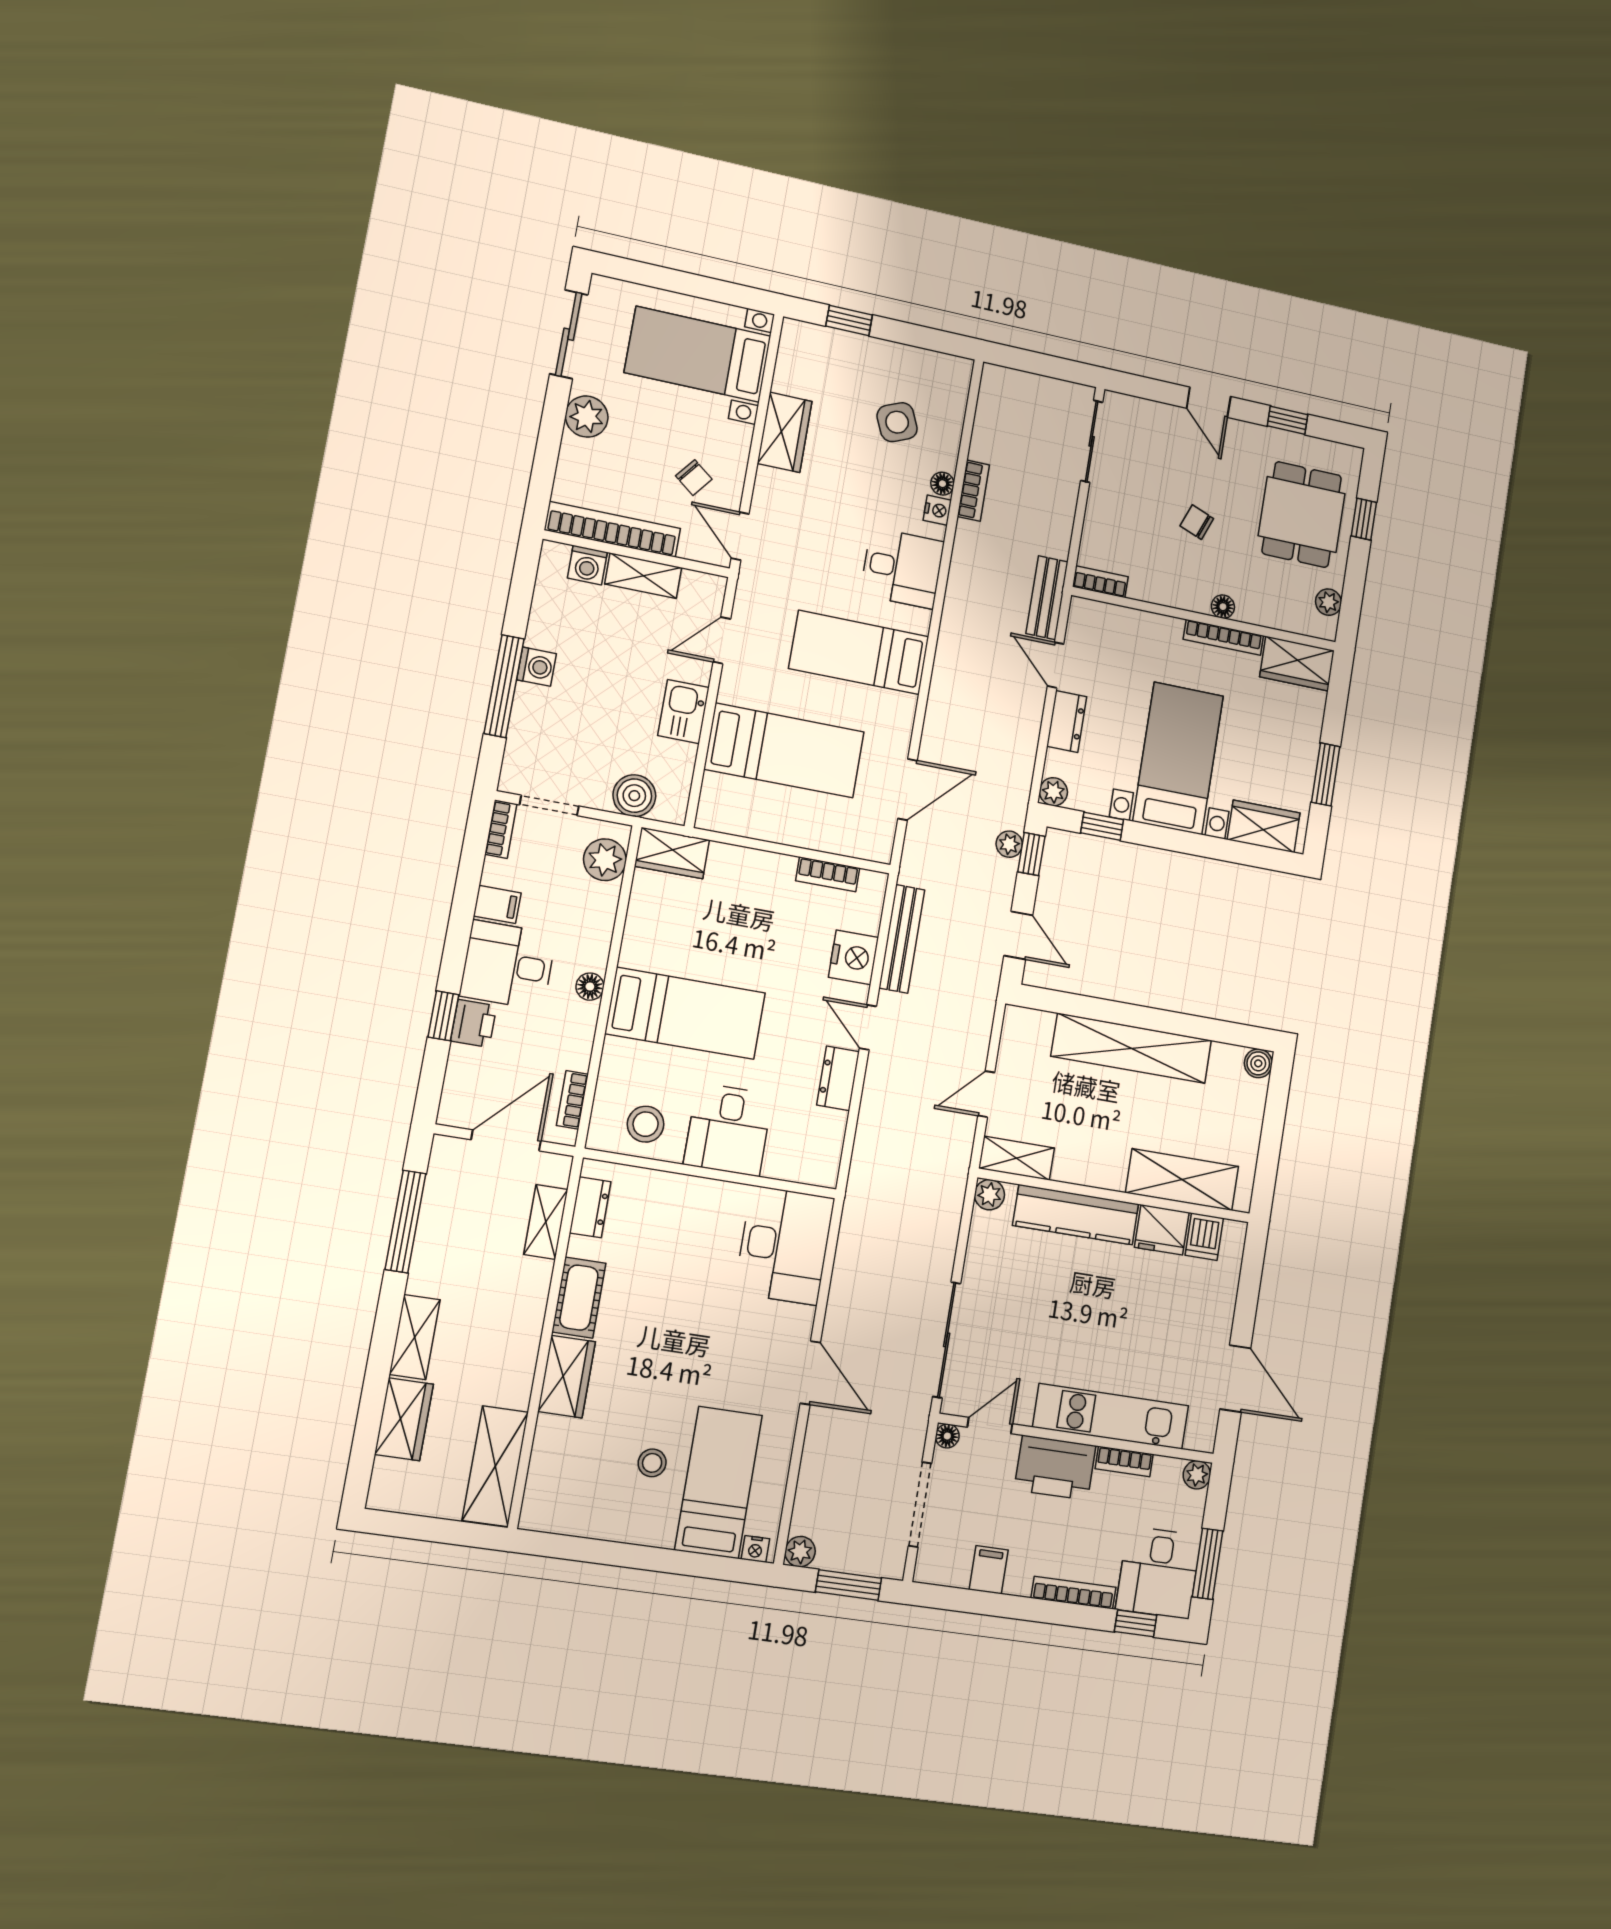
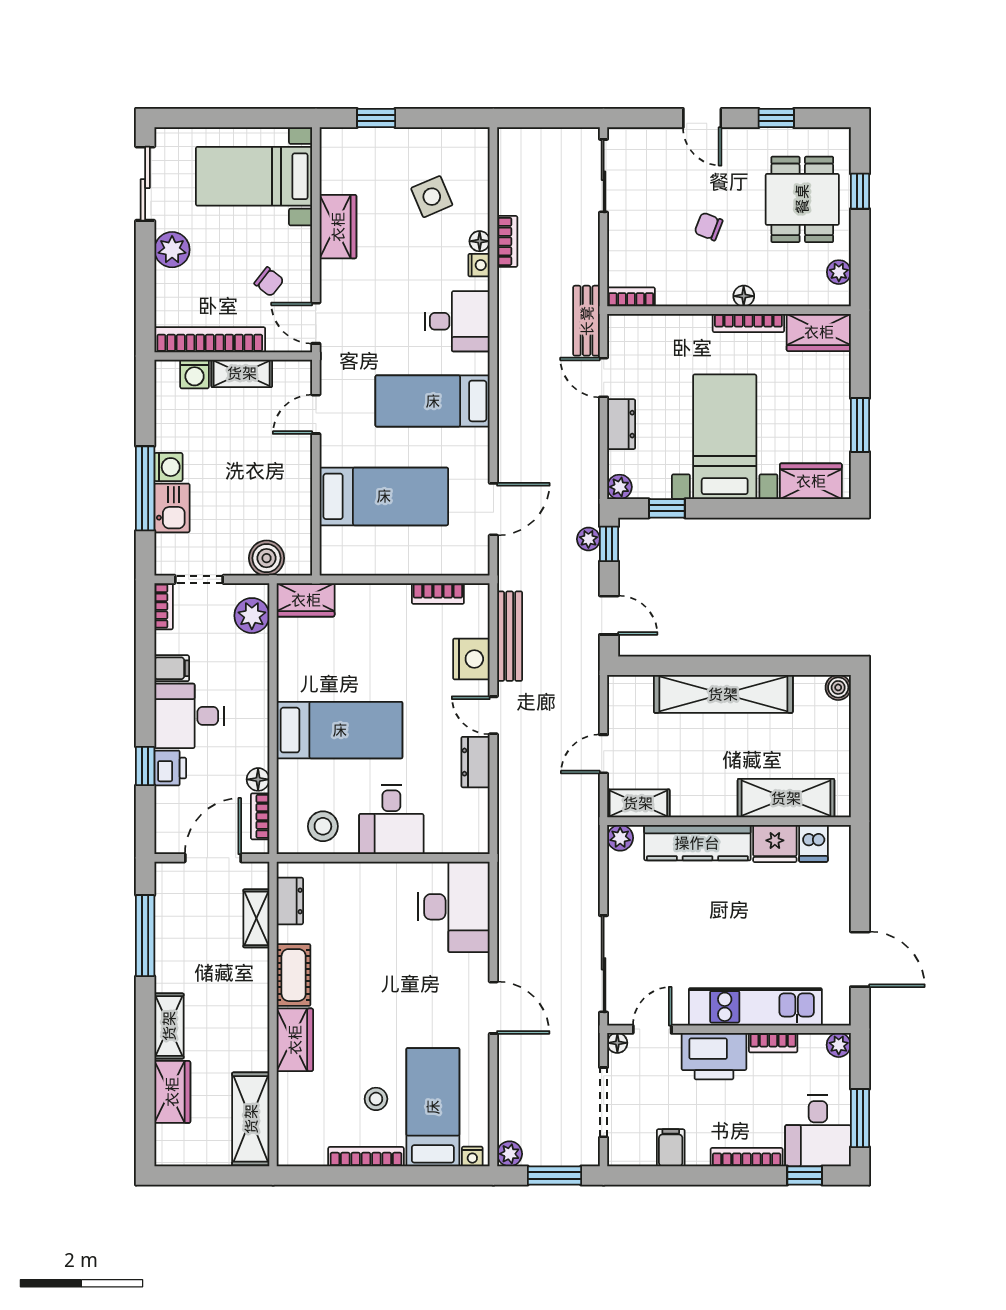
kitchen sink: (683, 712) -> (172, 508), moved, turned 180
floor lamp: (590, 987) -> (258, 779), moved
bookcase: (628, 1532) -> (366, 1157), added

